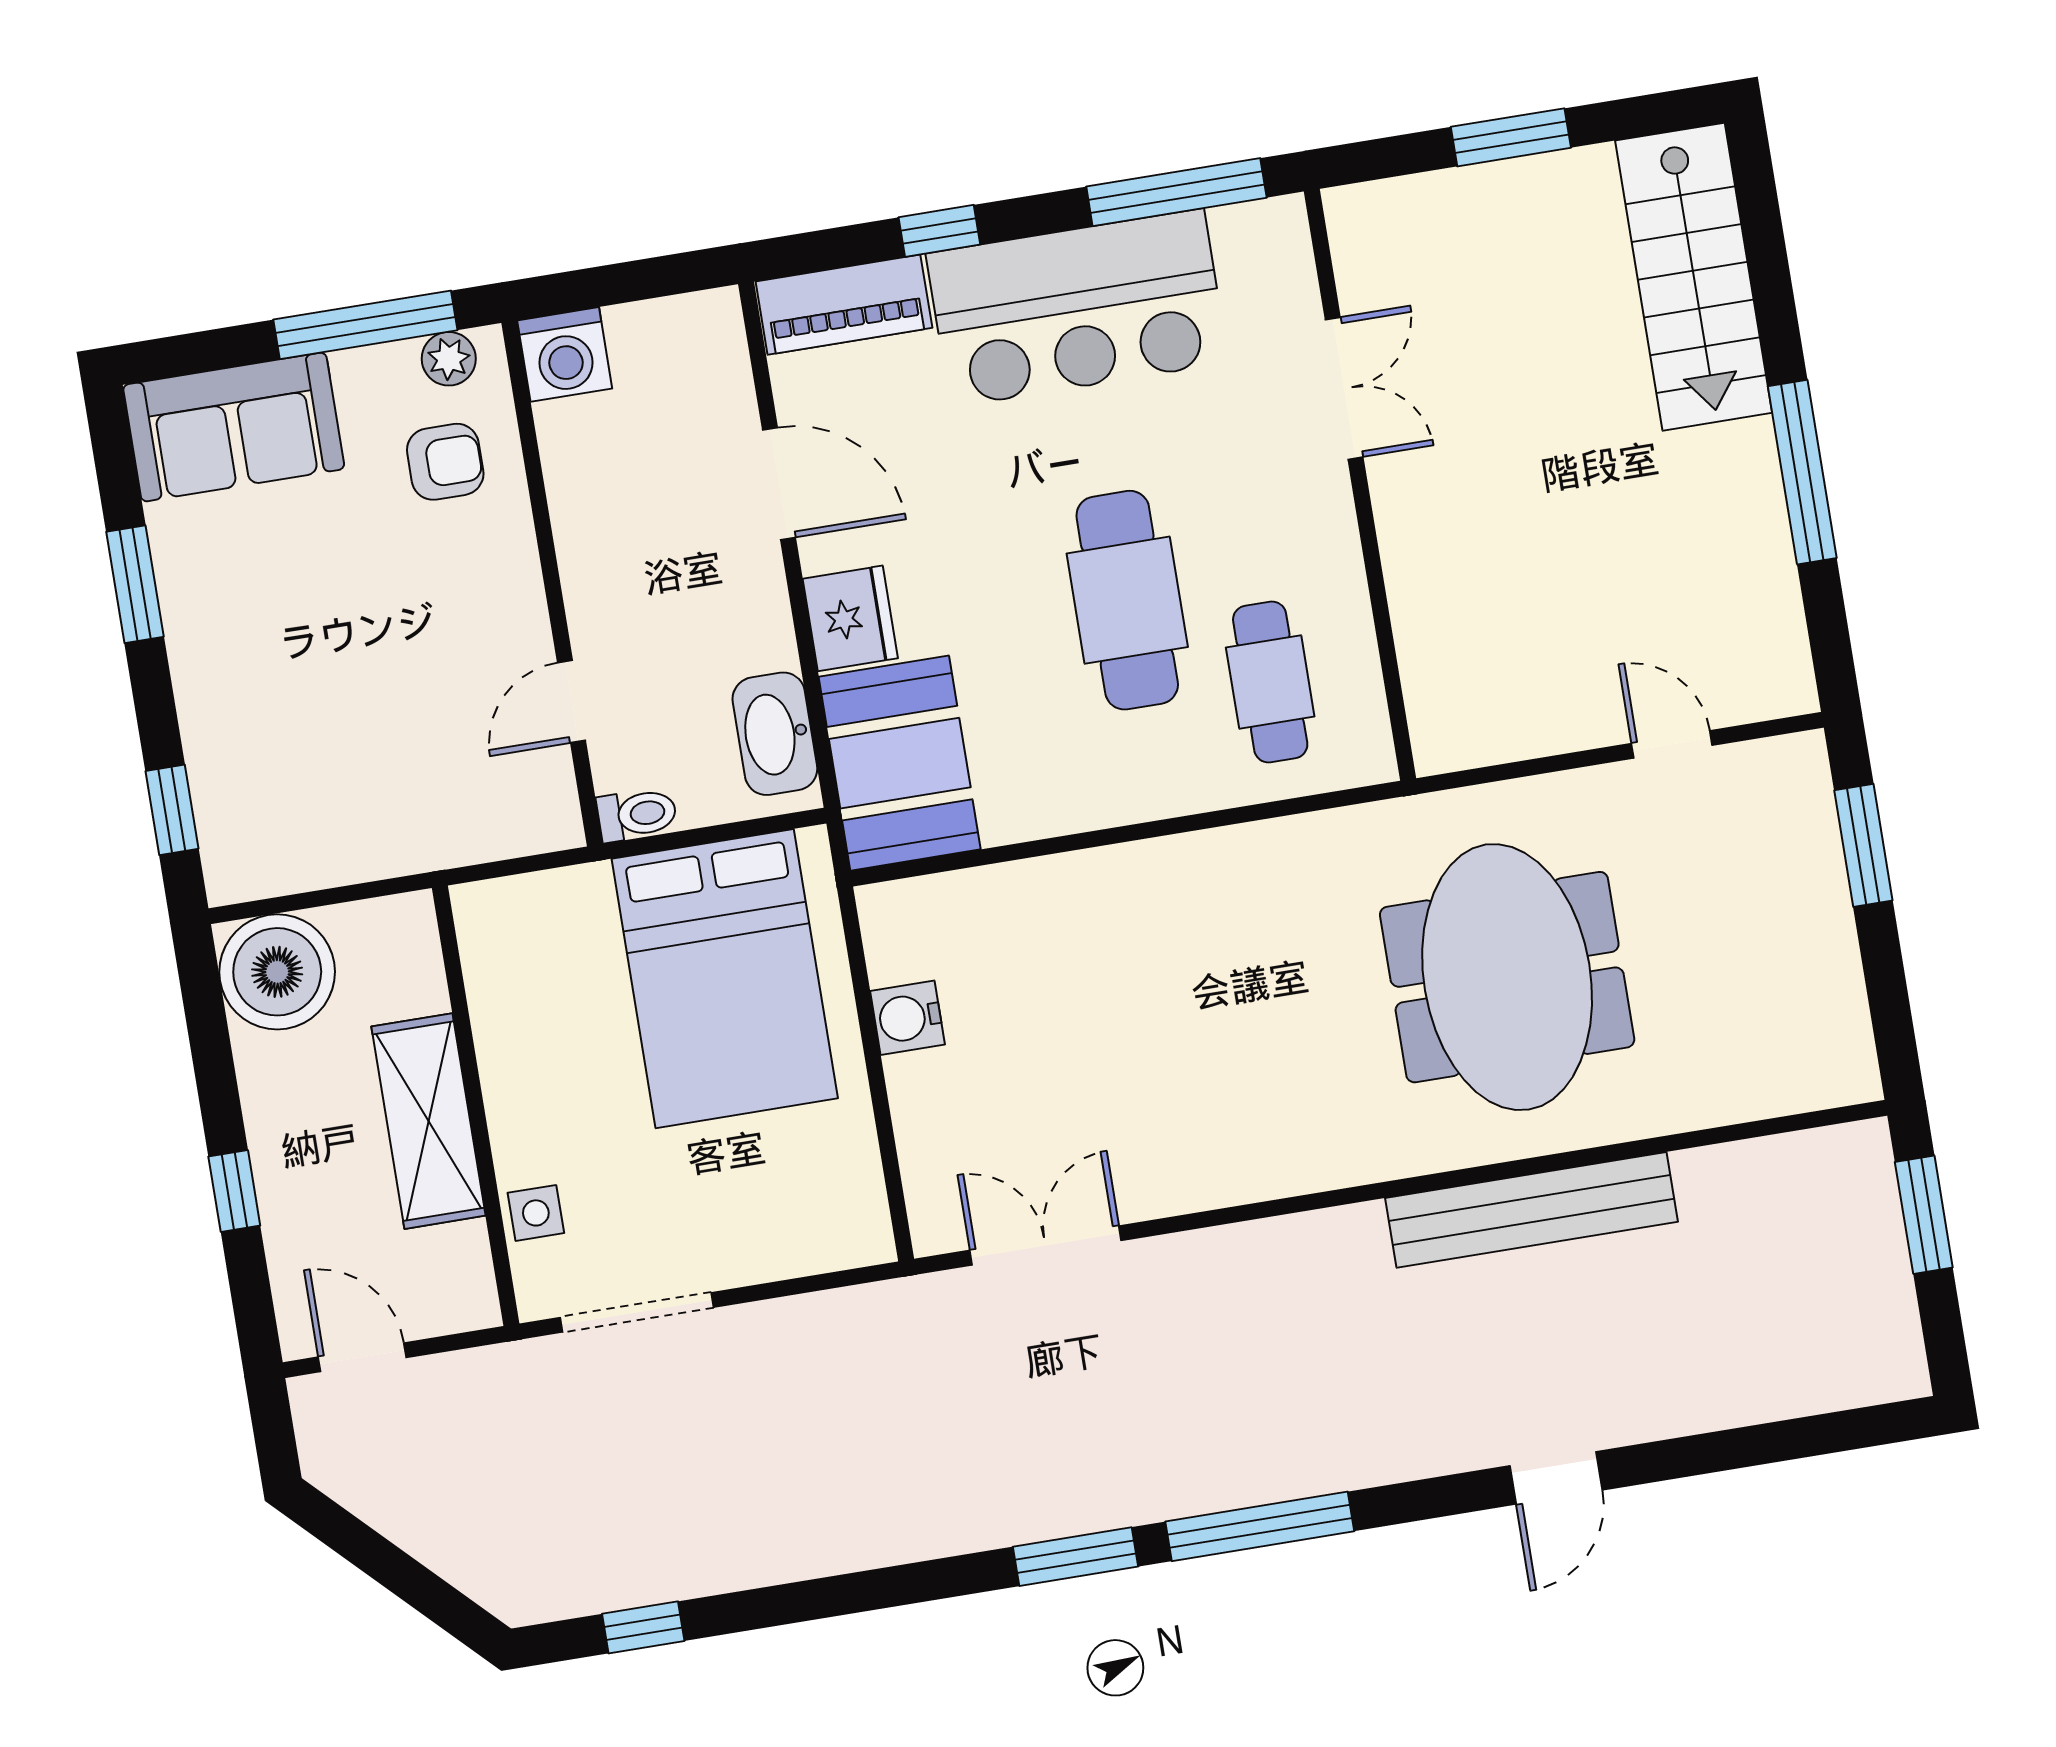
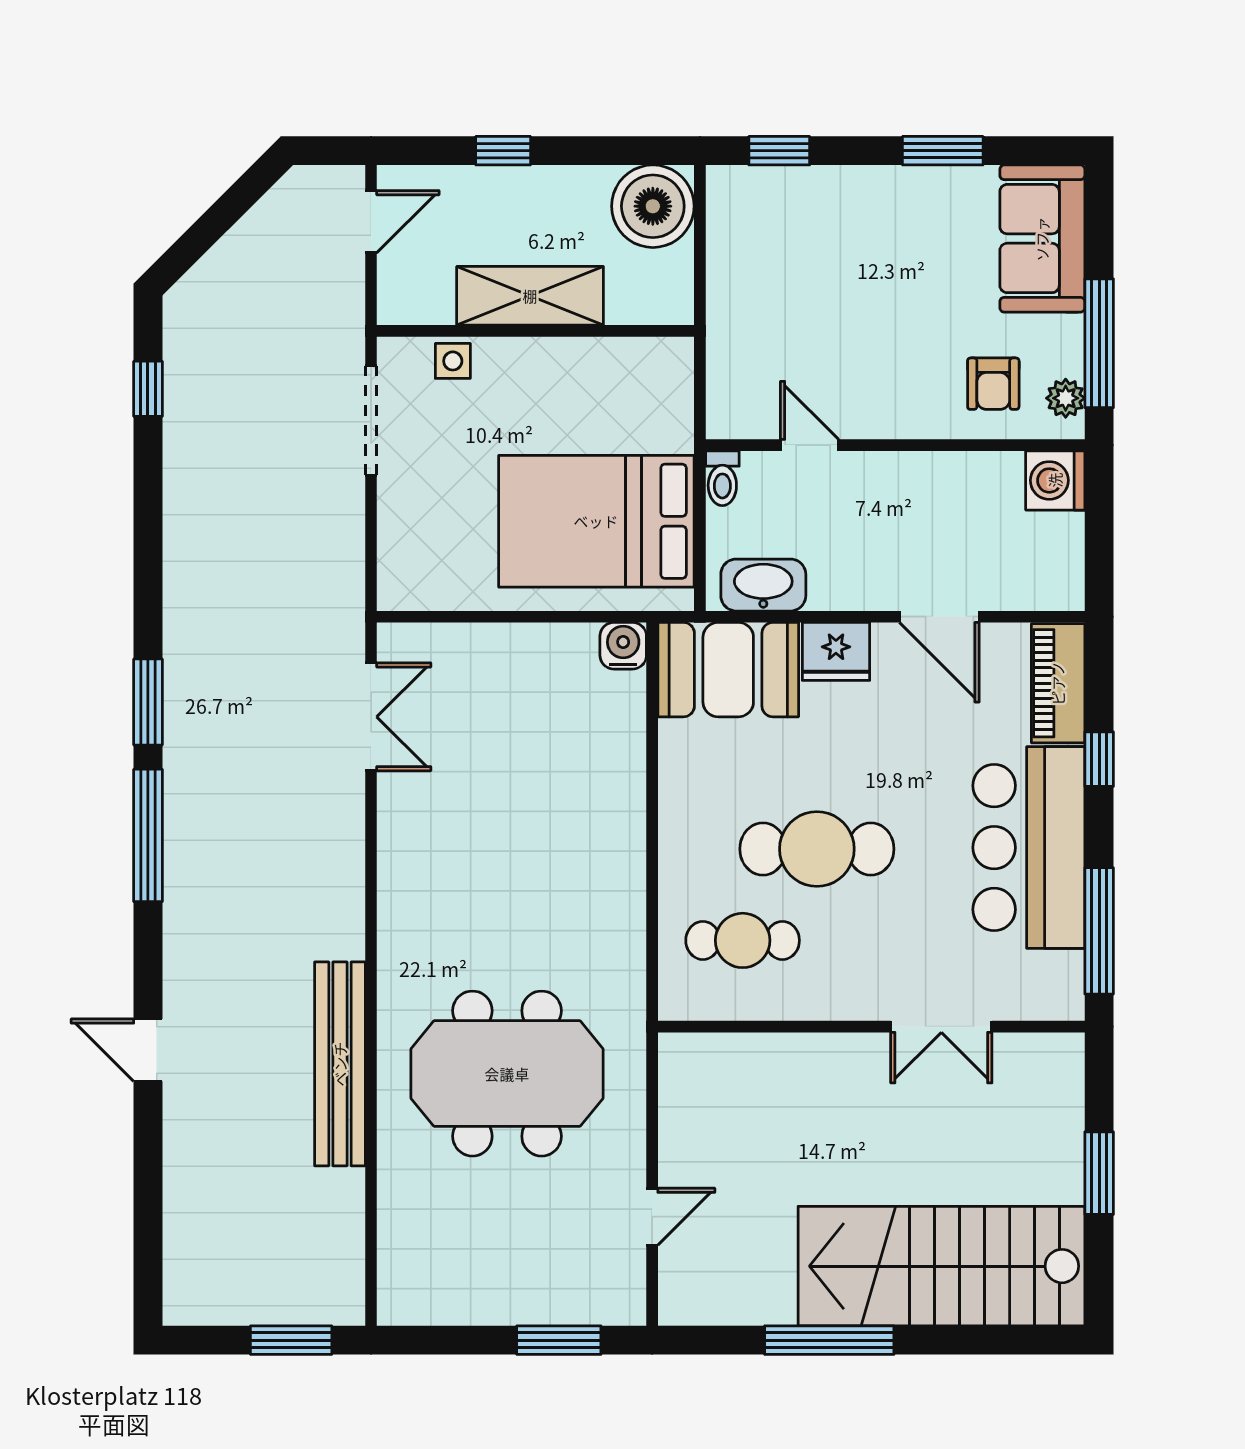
stairs: (1694, 277) -> (941, 1266), width x1.36, depth x1.51
door: (779, 484) -> (939, 617), hinge flipped
water cooler: (908, 1018) -> (623, 646), moved

